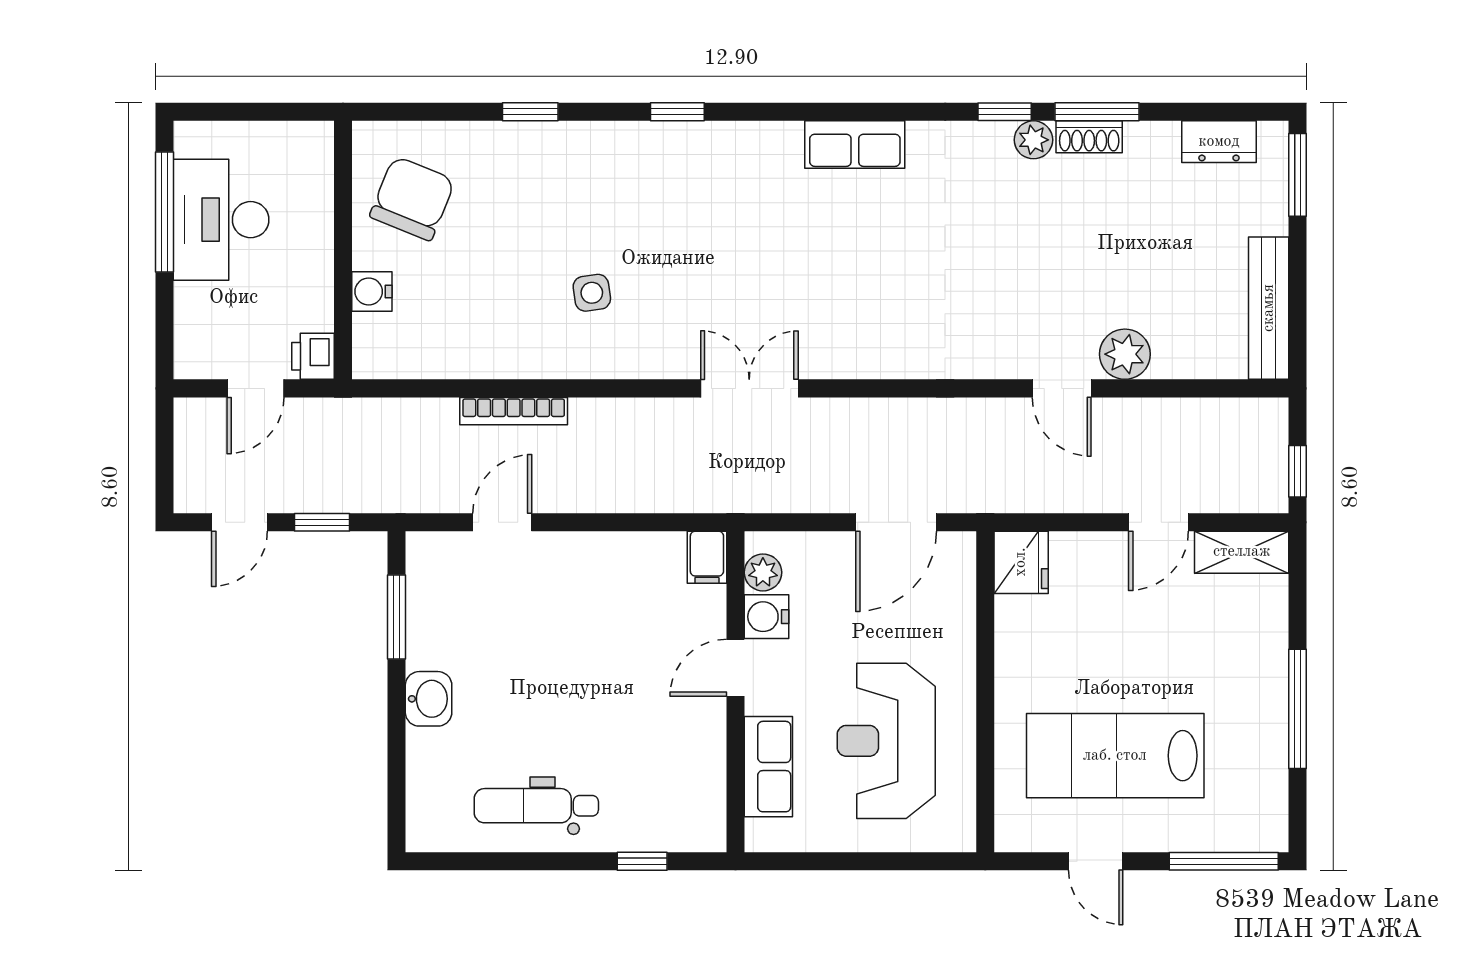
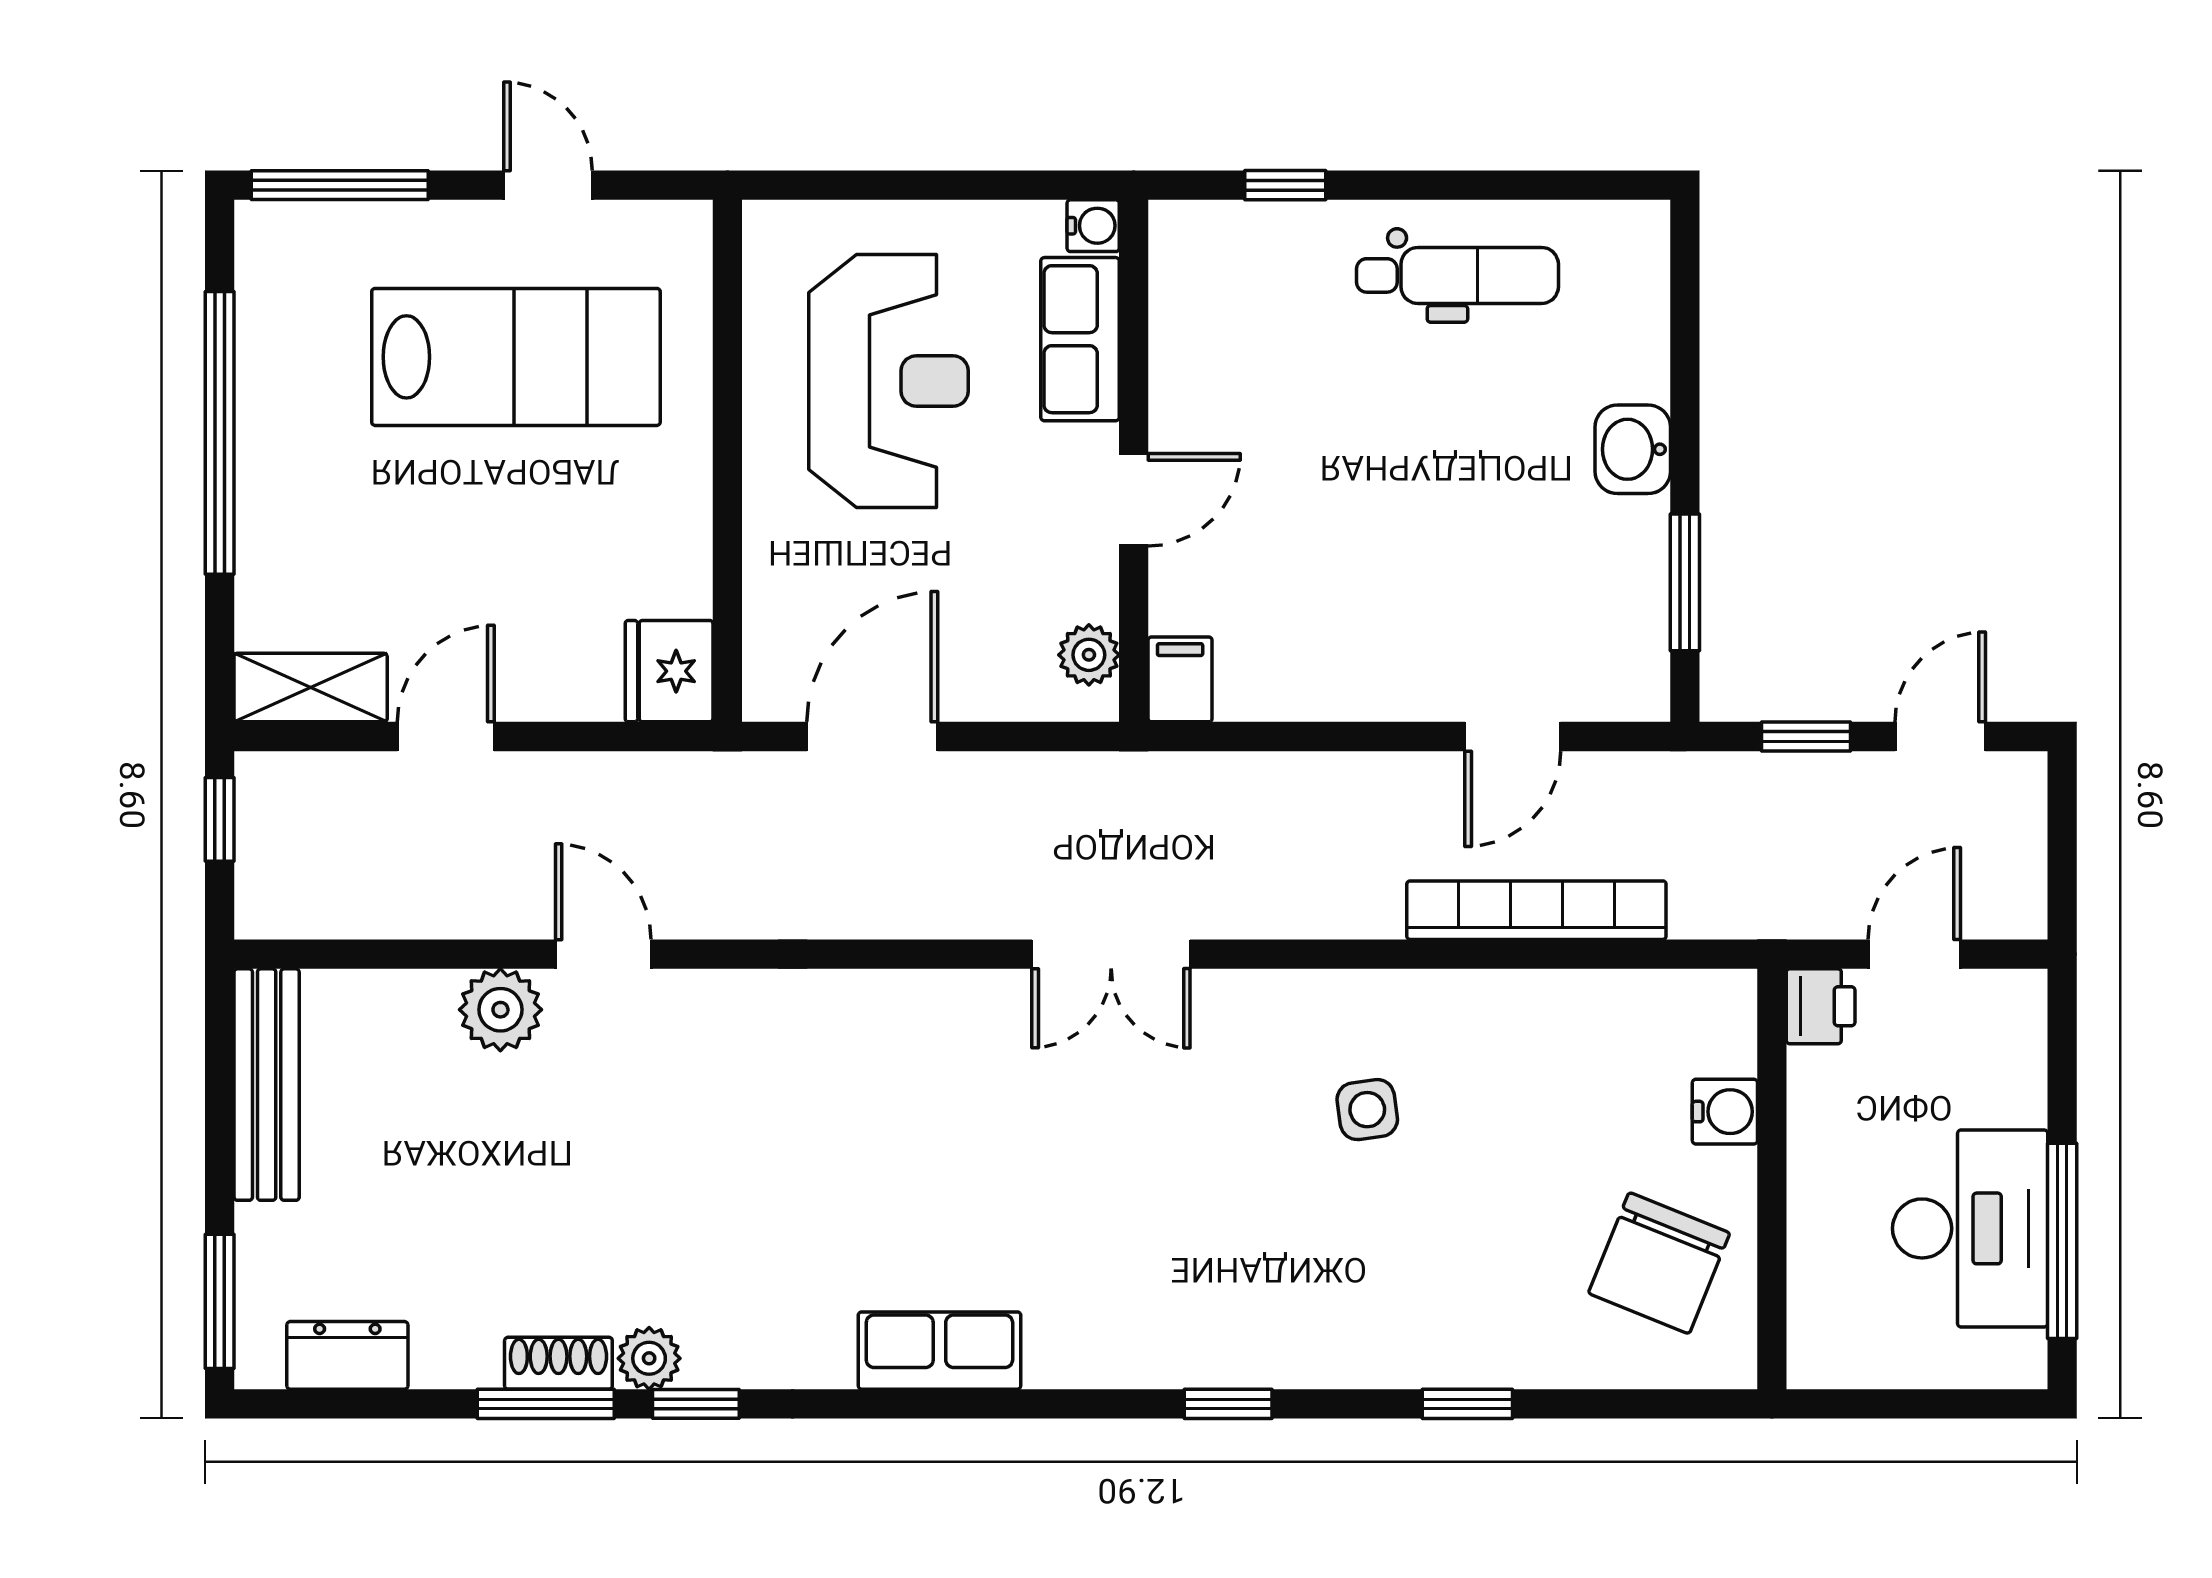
bookcase: (514, 411) -> (1536, 910), width x1.48, depth x1.31
water cooler: (767, 617) -> (1093, 226), moved, width x0.72, depth x0.72
window: (1298, 709) -> (220, 433), width x1.46

